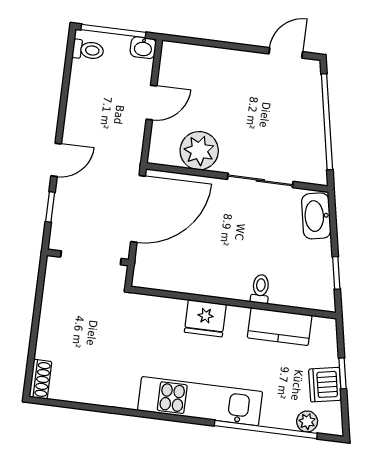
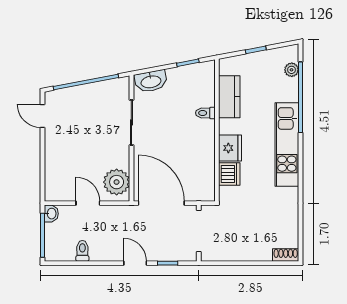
toilet: (88, 50) -> (82, 251), moved
plant: (199, 151) -> (117, 182), moved
dishwasher: (325, 385) -> (229, 174), moved, turned -79

